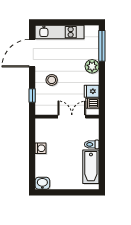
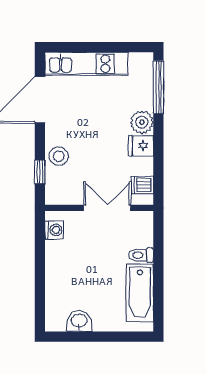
stool: (52, 80) -> (59, 156), moved
fridge: (92, 91) -> (141, 146), moved
washing machine: (41, 148) -> (54, 230), moved
washbasin: (42, 183) -> (79, 321), moved

